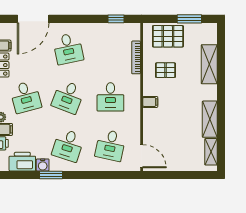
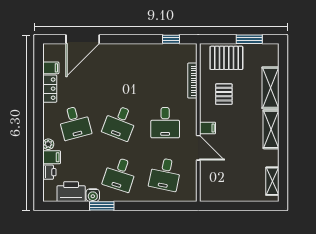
desk: (68, 49) -> (120, 71), removed
pallet: (166, 70) -> (224, 94), turned 90
shelving: (210, 119) -> (271, 129), moved
door: (142, 156) -> (198, 148), moved

